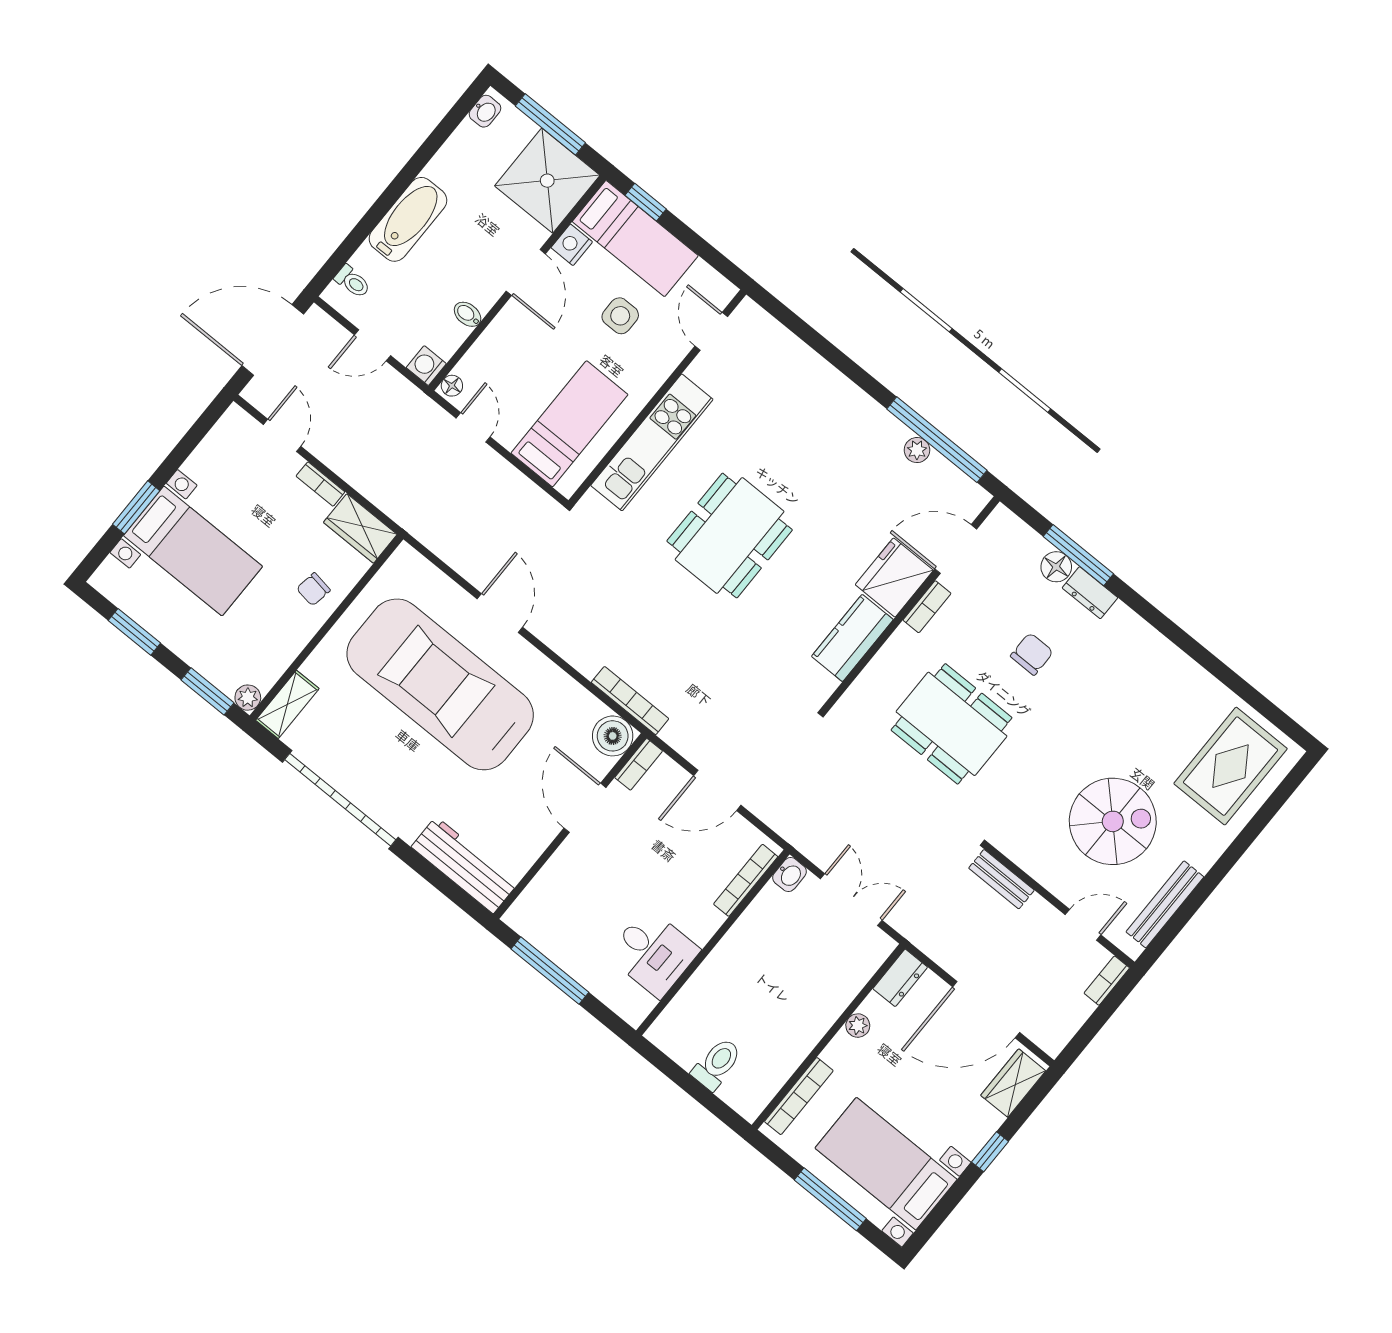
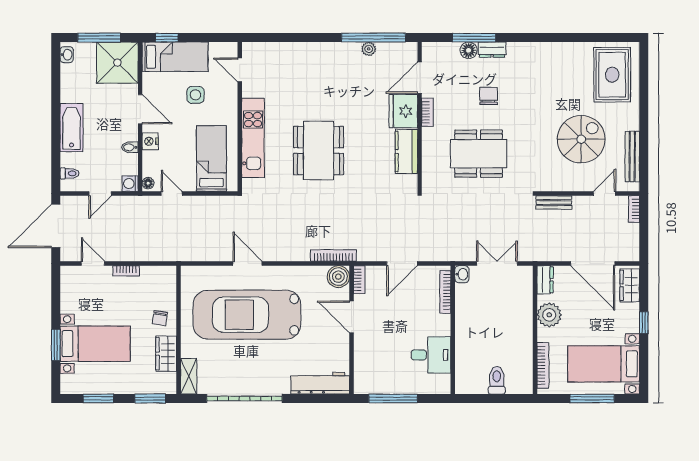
nightstand: (572, 245) -> (150, 141), moved
wardrobe: (360, 528) -> (166, 354), moved, turned 90
plant: (248, 698) -> (169, 387), removed
door: (986, 1010) -> (593, 263), hinge flipped
plant: (858, 1026) -> (549, 315), width x1.88, depth x1.88

